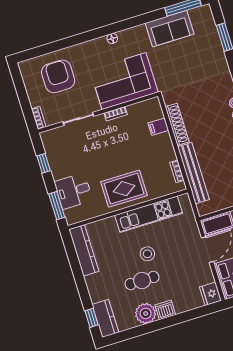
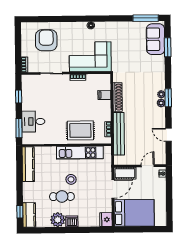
sofa: (170, 29) -> (156, 39), moved, turned 90
rug: (124, 189) -> (80, 130), moved

